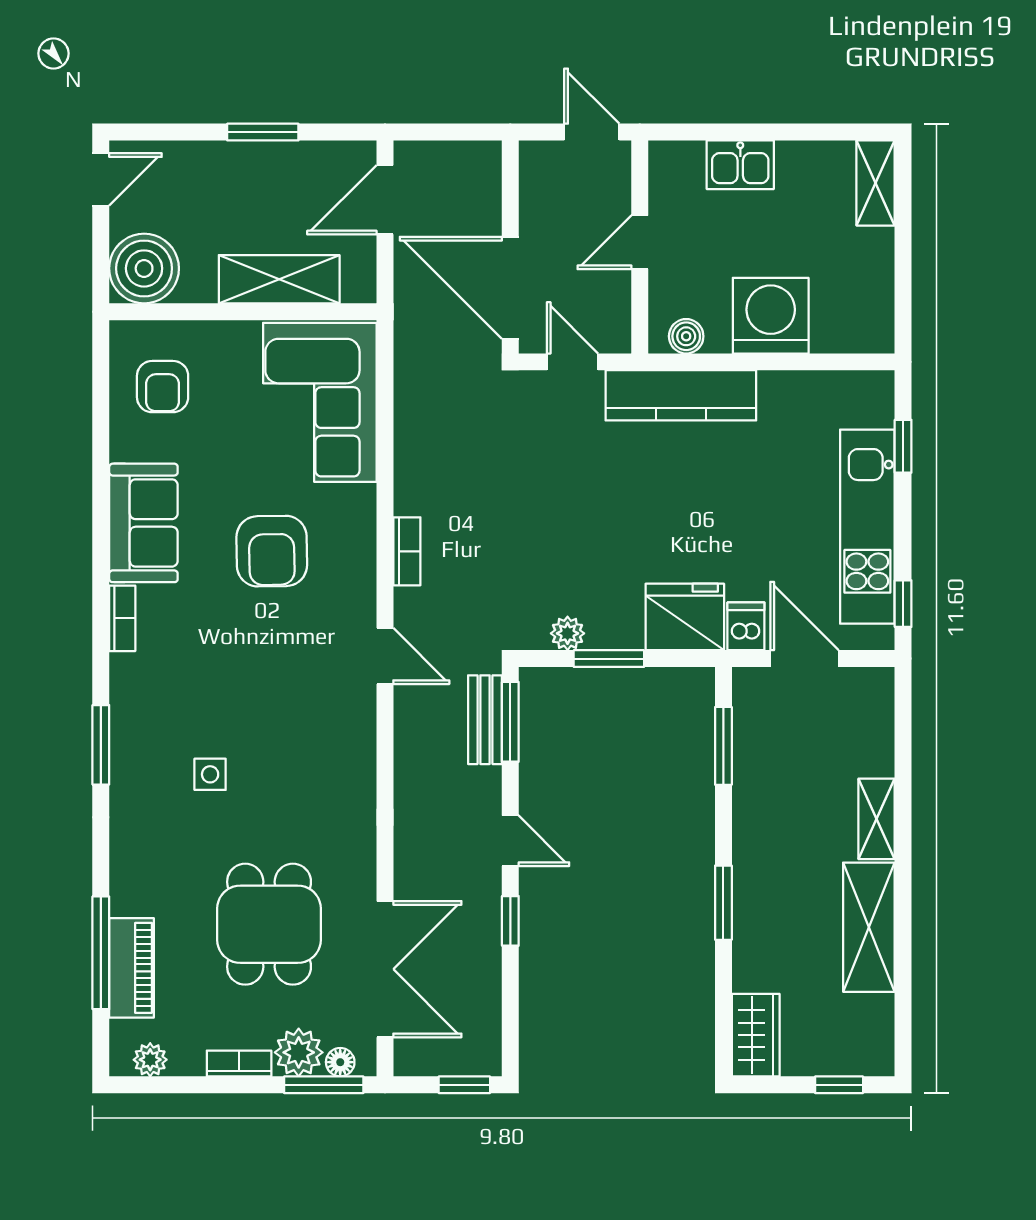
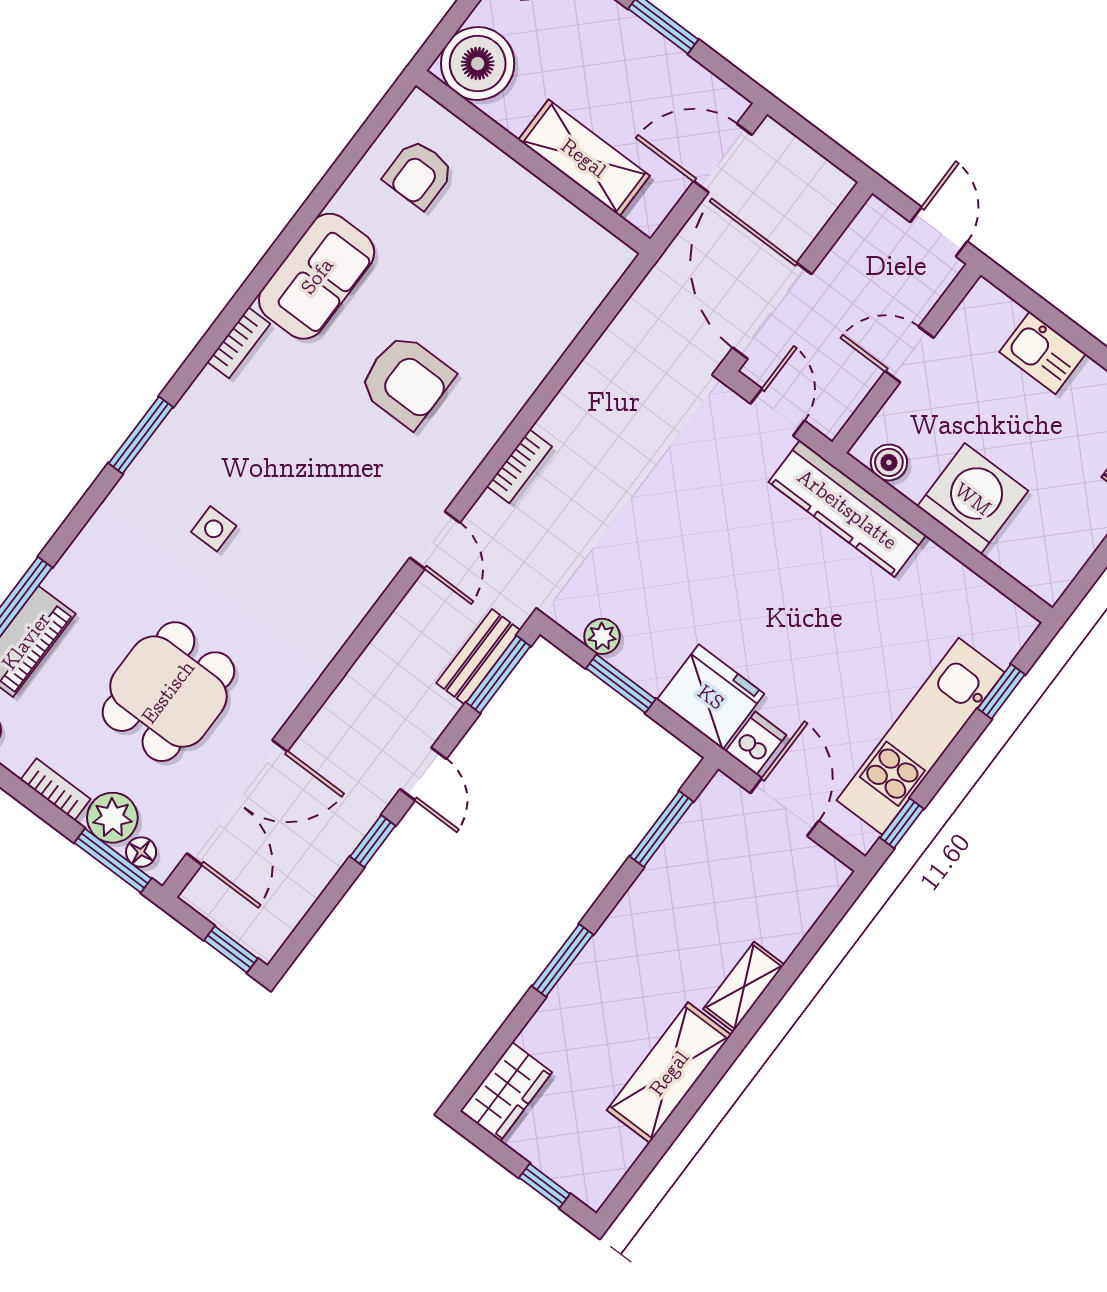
corner sofa: (320, 402) -> (540, 287), removed
armchair: (272, 551) -> (406, 381), turned -89

